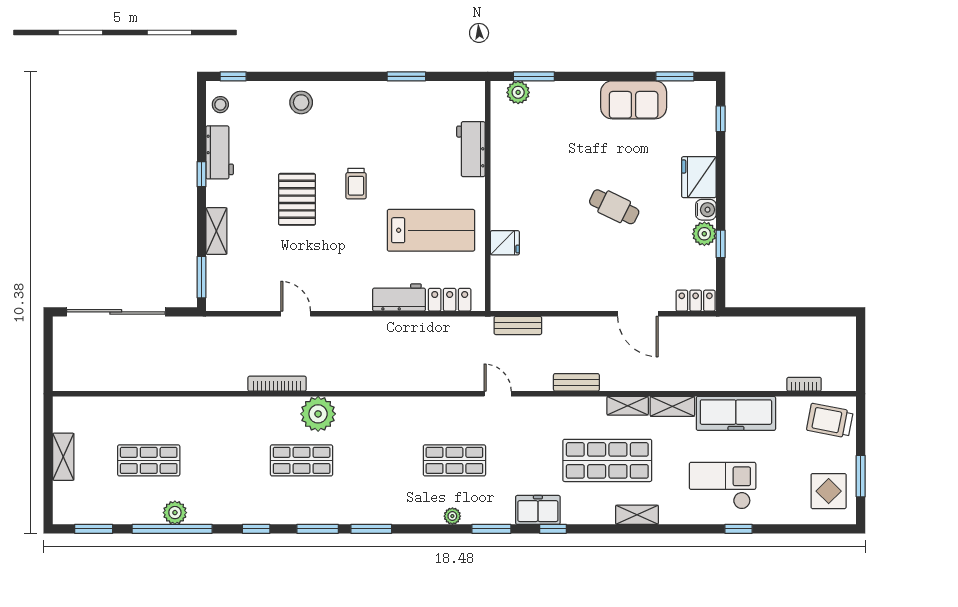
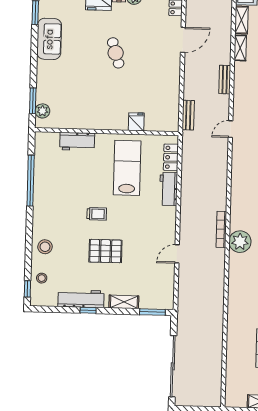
window: (406, 76) -> (31, 181), width x2.11
stool: (220, 105) -> (42, 278), moved
workbench: (220, 152) -> (81, 299), width x1.38
cafe table: (614, 207) -> (116, 53), turned -43
bookcase: (277, 384) -> (221, 229), moved

